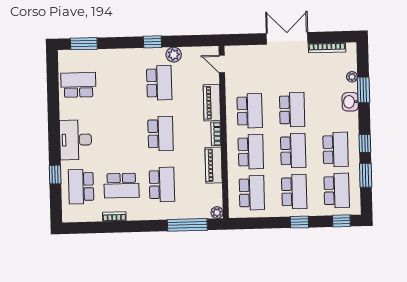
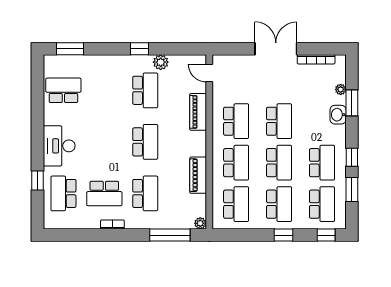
bookcase: (216, 134) -> (201, 144), removed
bookcase: (114, 216) -> (112, 225), moved

